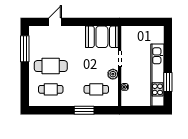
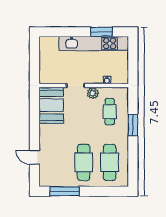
cafe table: (51, 89) -> (110, 162), width x1.37, depth x1.35

